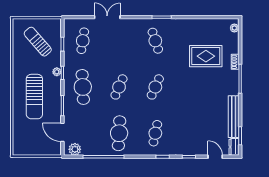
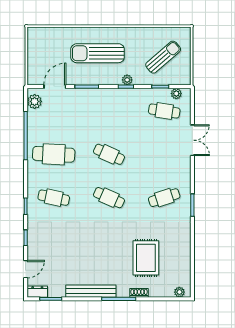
plant: (68, 31) -> (176, 94), added
cafe table: (83, 87) -> (109, 111), removed
bench: (234, 117) -> (91, 291), moved

